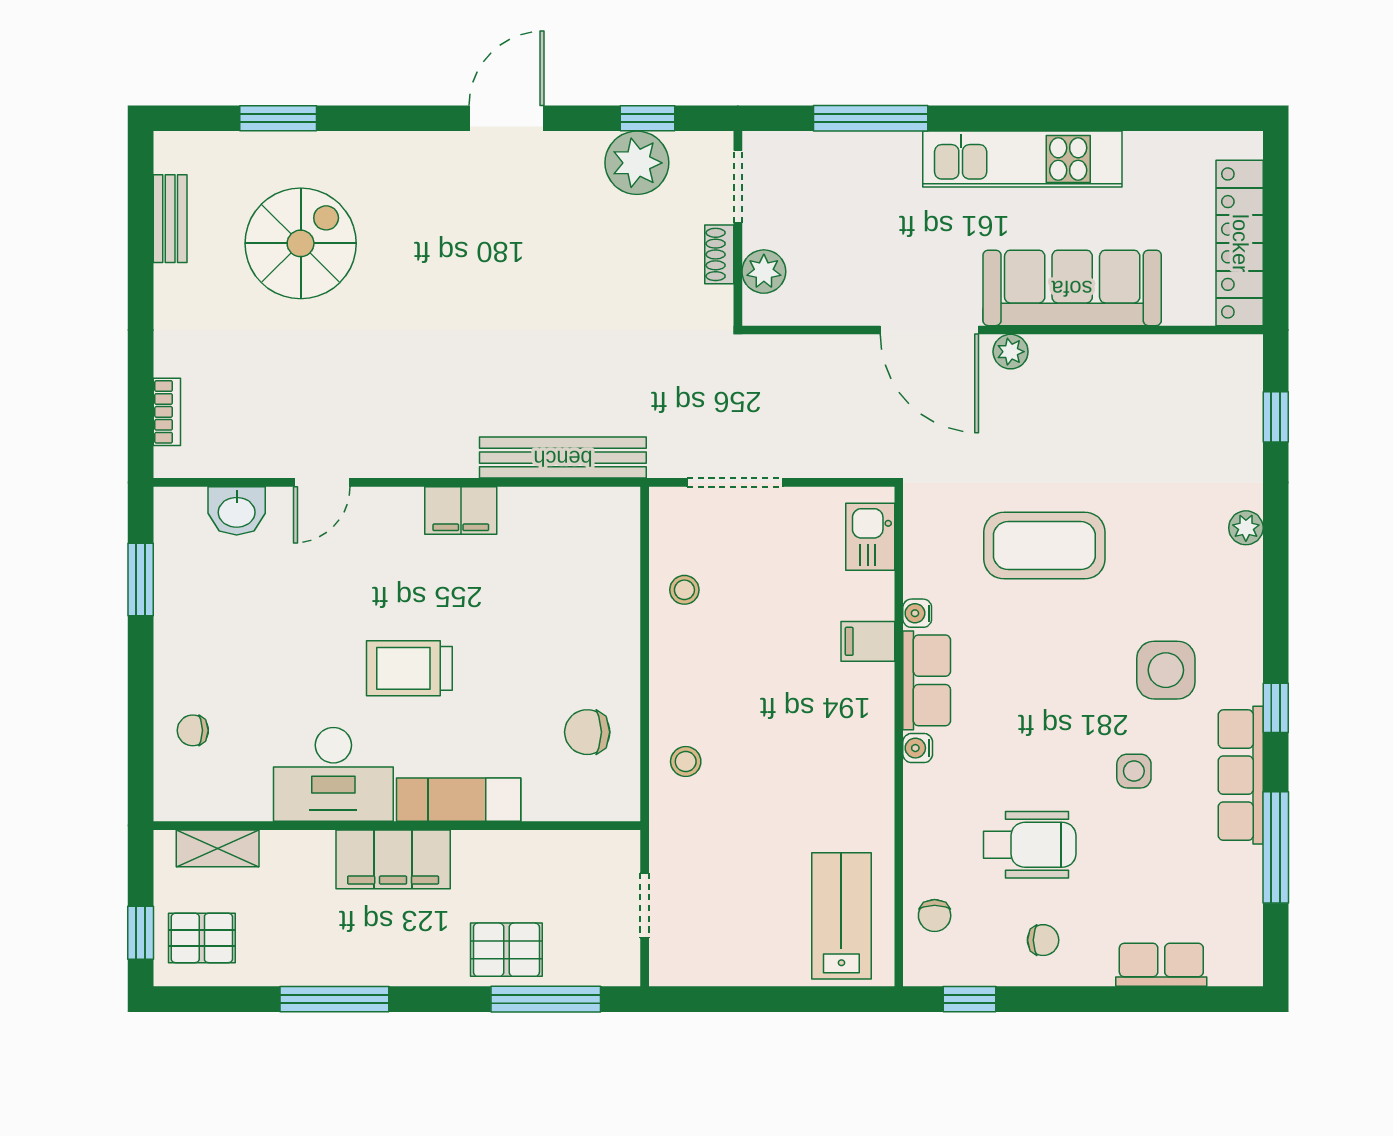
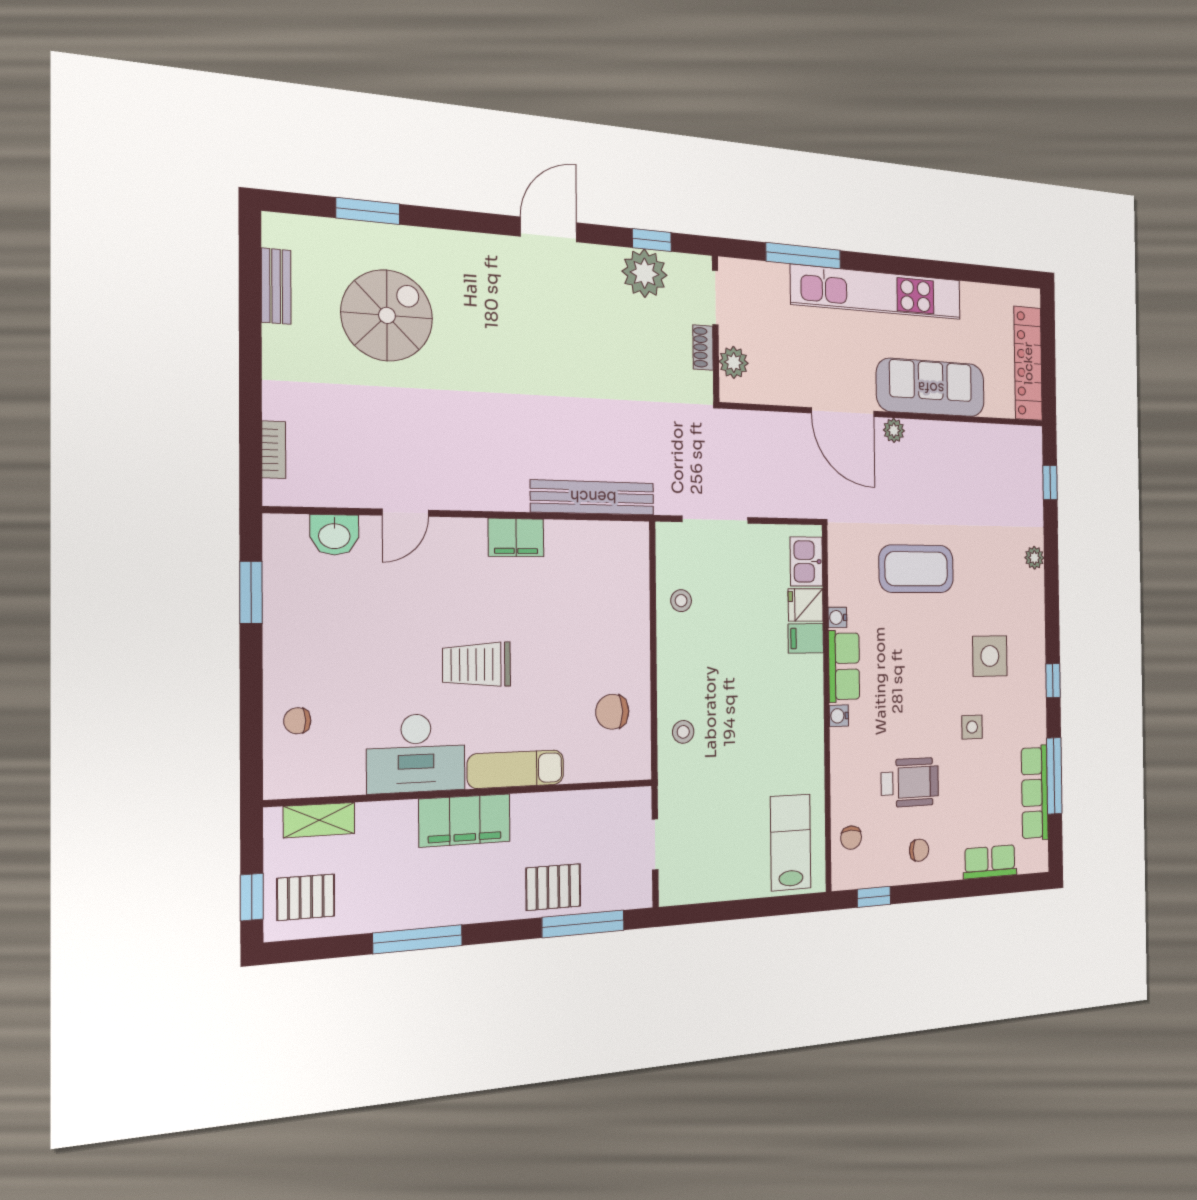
kitchen unit: (1022, 159) -> (877, 292), width x1.36
fridge: (868, 596) -> (806, 605), added
row of seats: (1241, 775) -> (1035, 793), moved

